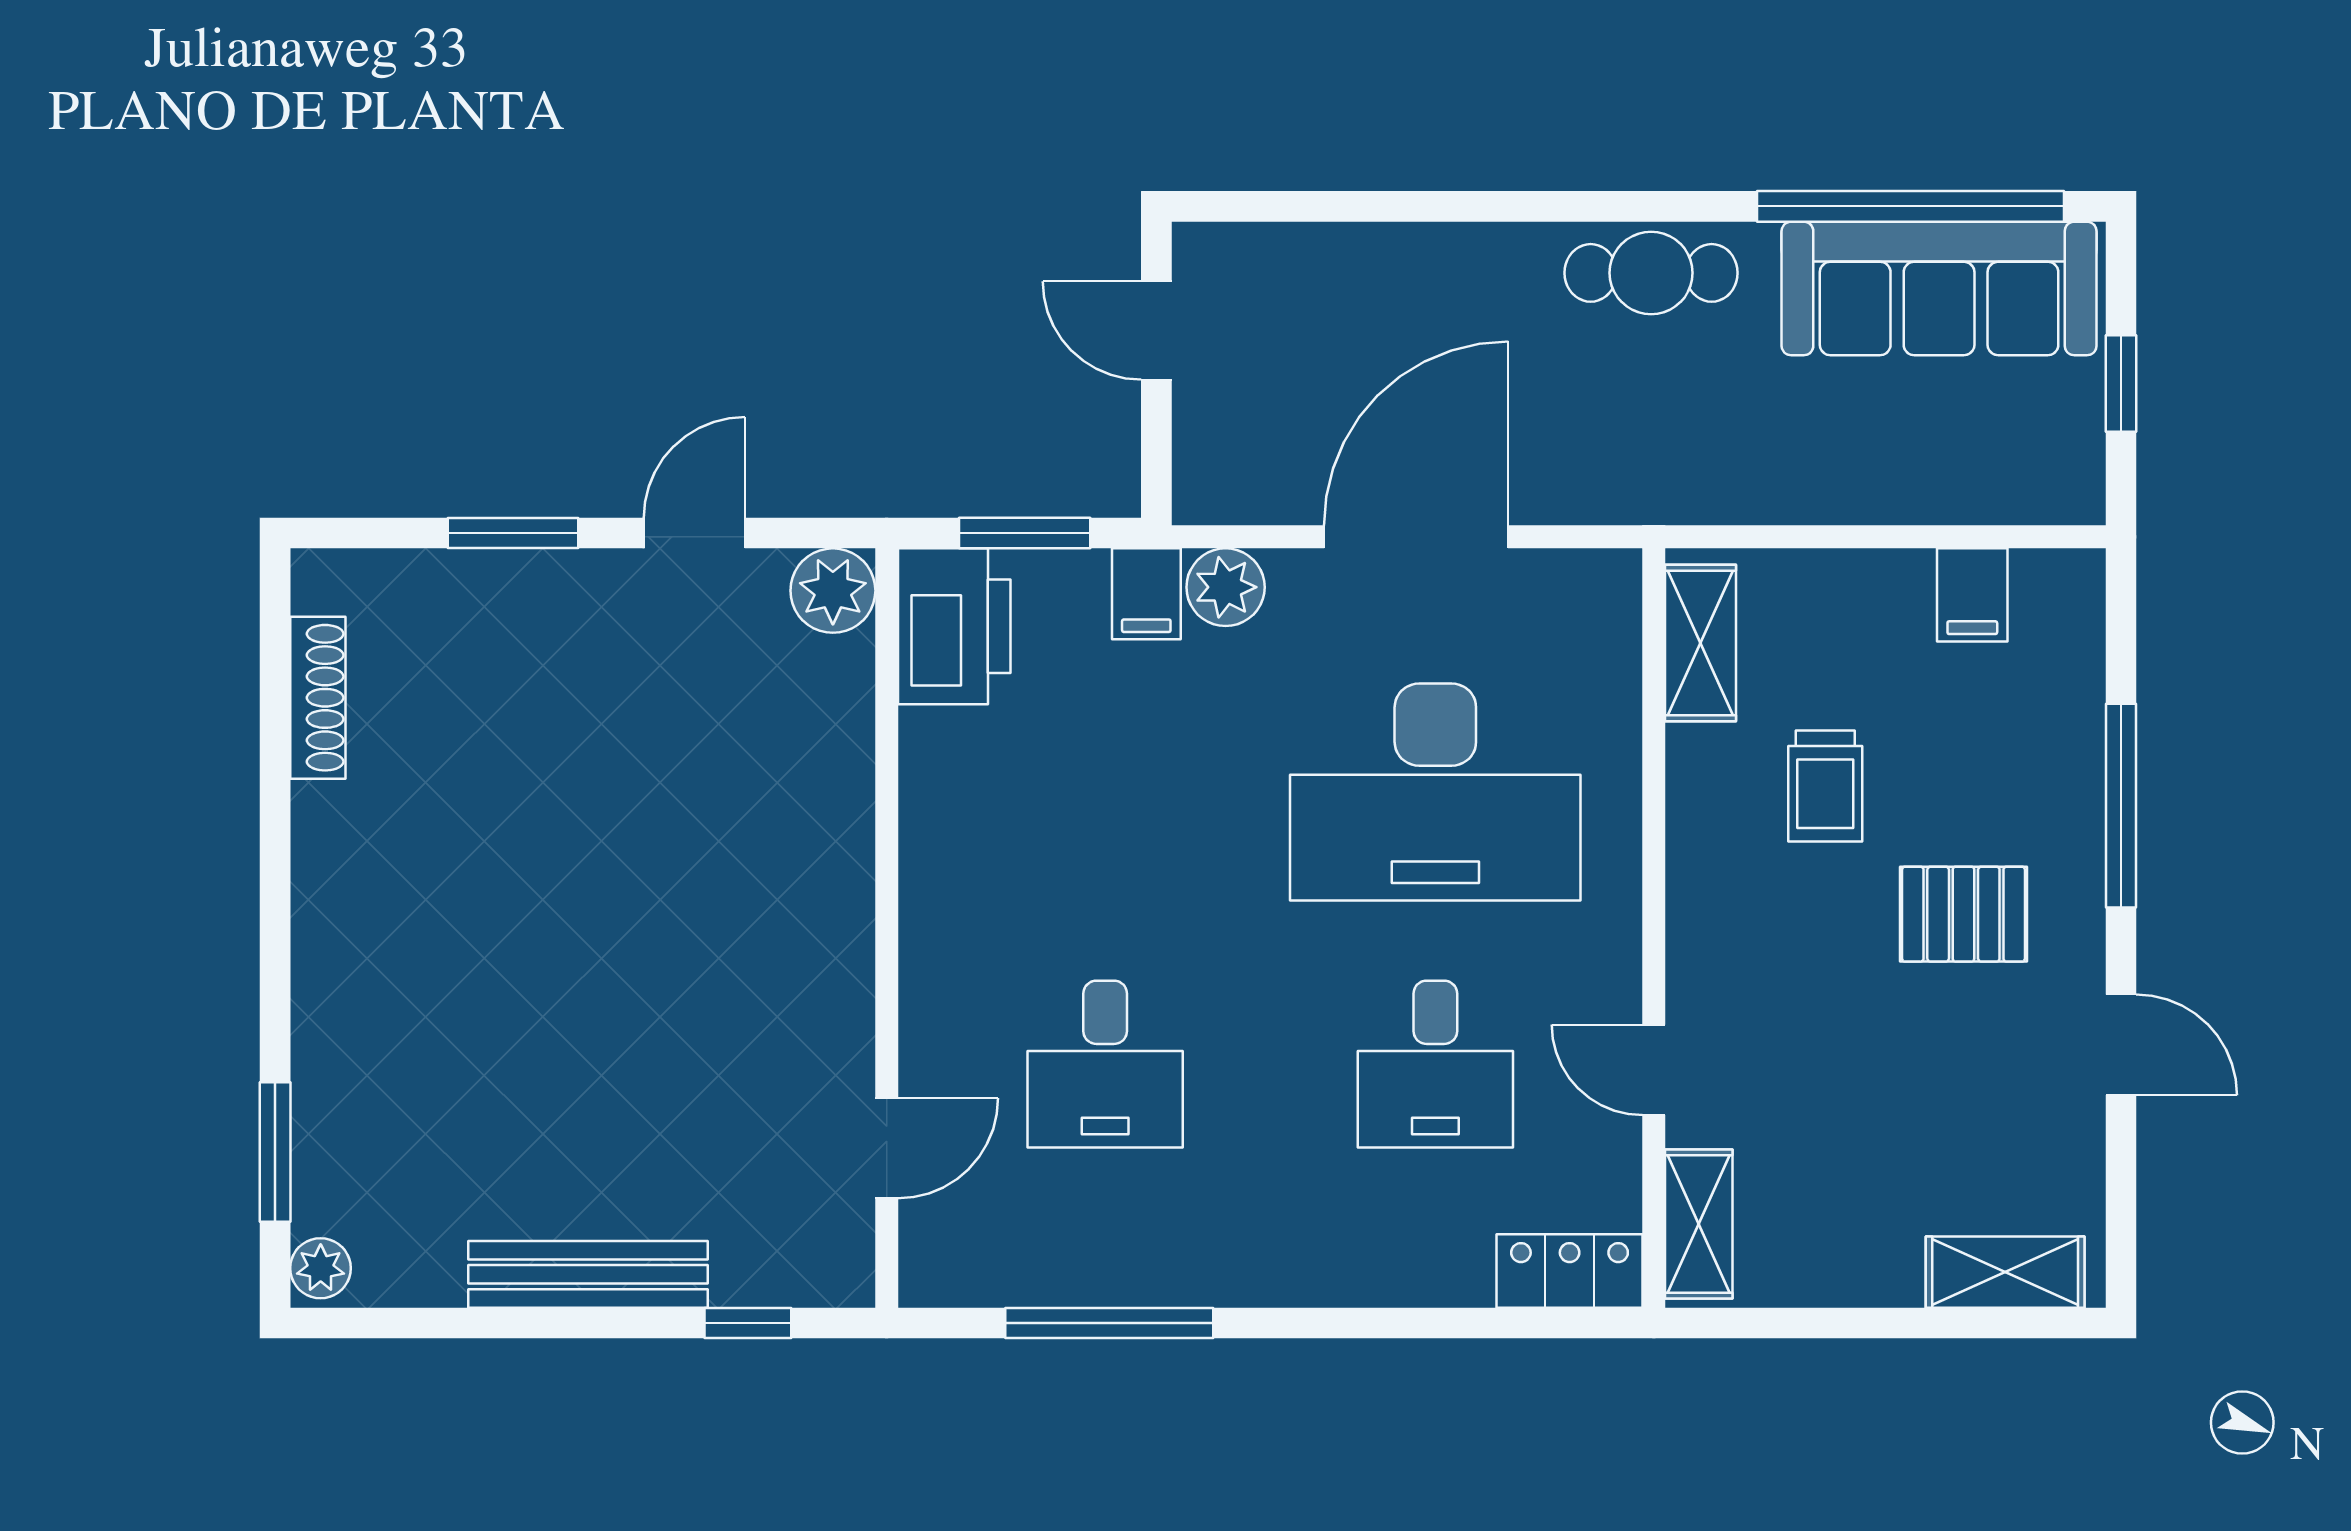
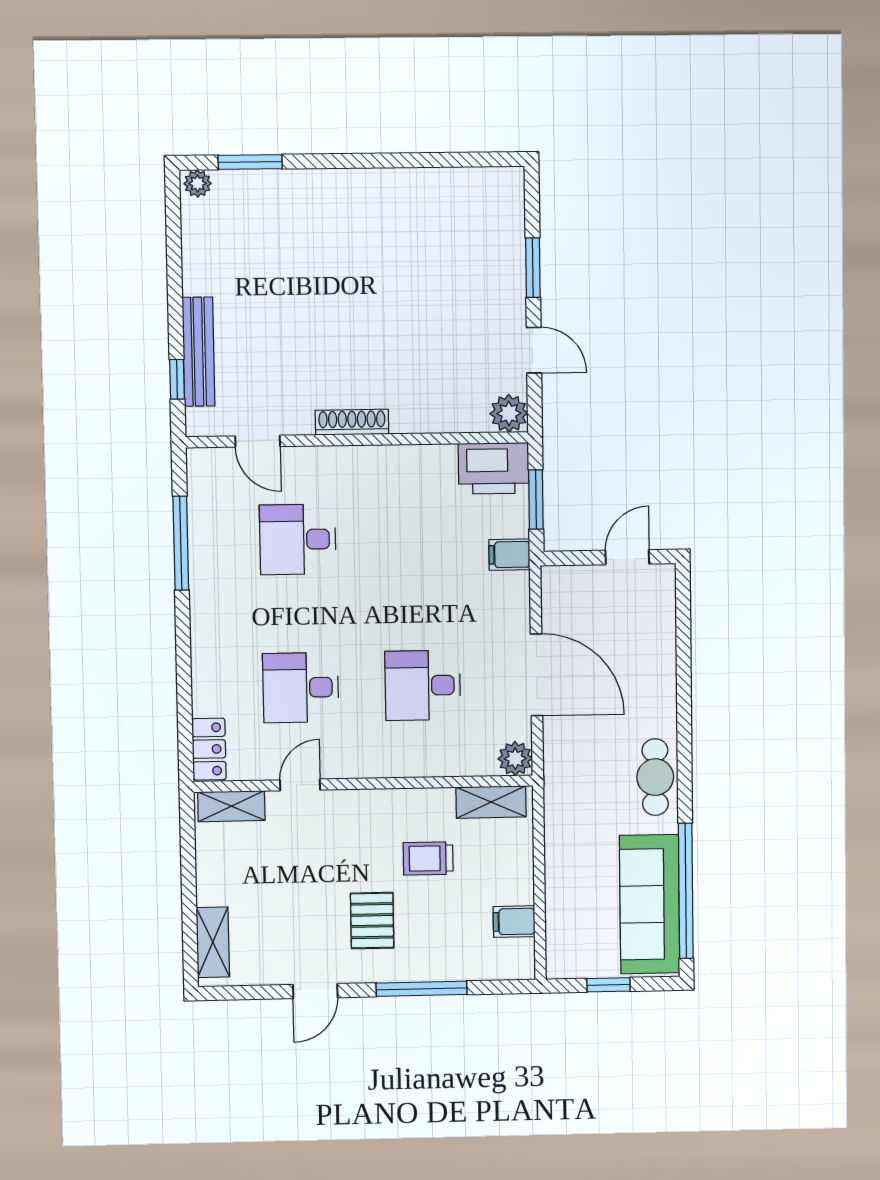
plant: (1226, 587) -> (515, 759), moved
shoe rack: (318, 698) -> (352, 422), moved, turned 180
desk: (1435, 792) -> (423, 685), width x0.53, depth x0.77
bench: (588, 1274) -> (198, 352), moved

